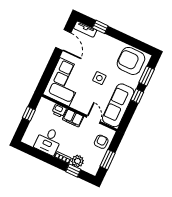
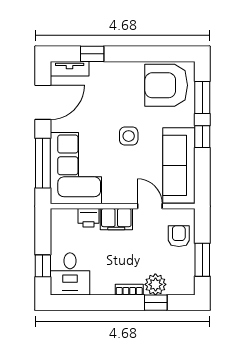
door: (63, 40) -> (43, 102), hinge flipped
window: (49, 71) -> (43, 163), added
window: (29, 114) -> (43, 266), moved
desk: (48, 141) -> (70, 274), moved

